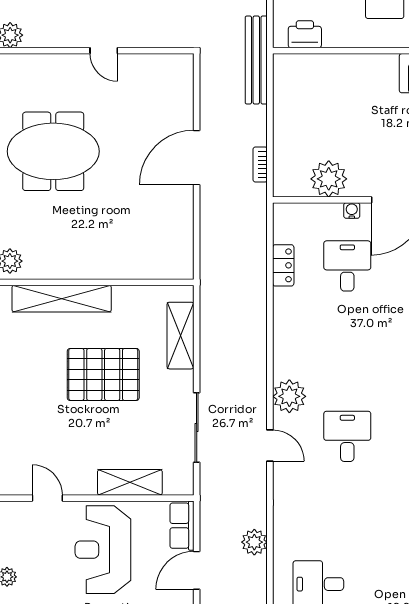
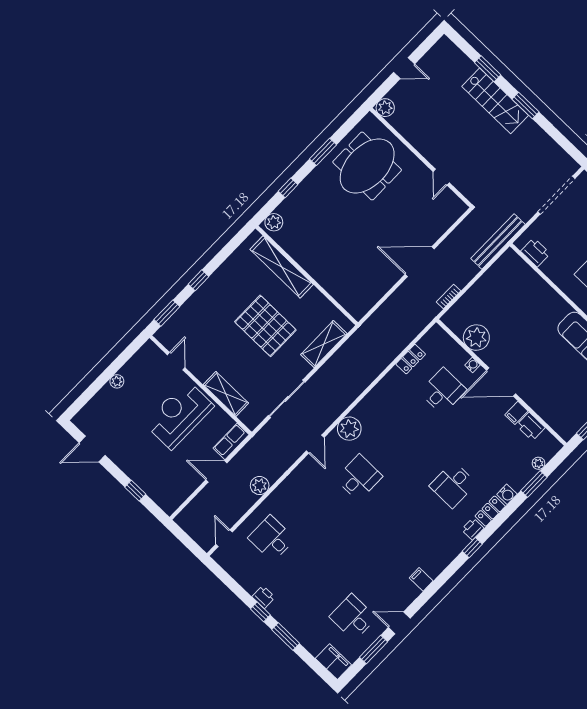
door: (104, 51) -> (441, 177), moved
meeting table: (53, 151) -> (367, 166), moved, turned 90

